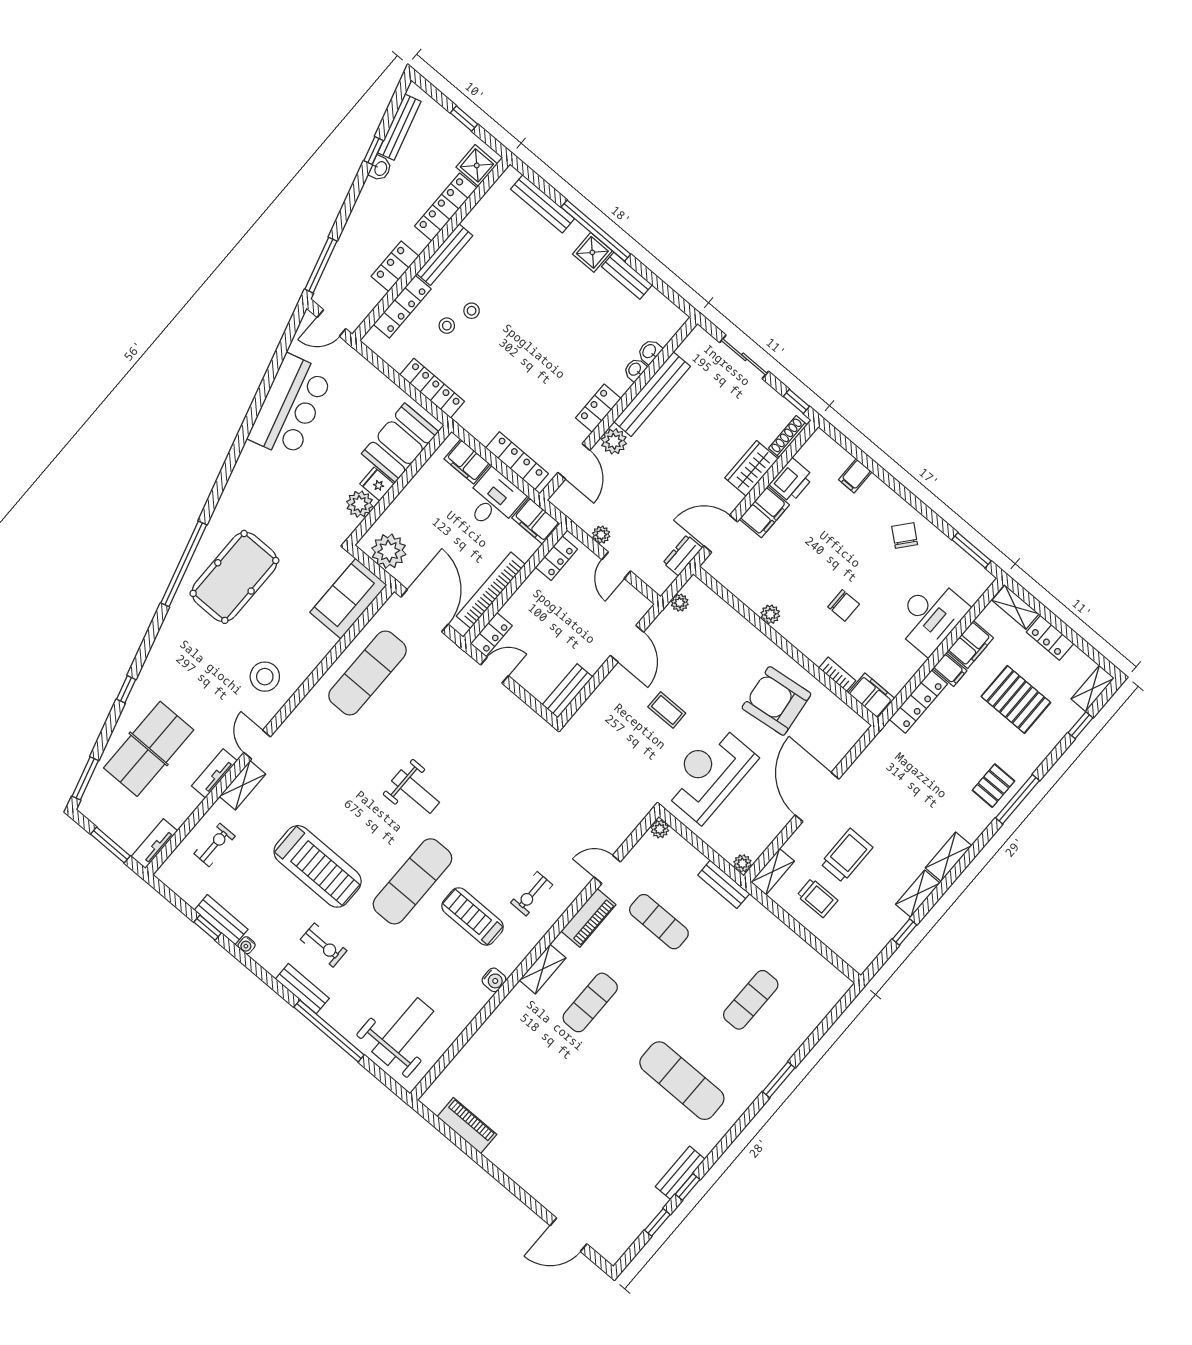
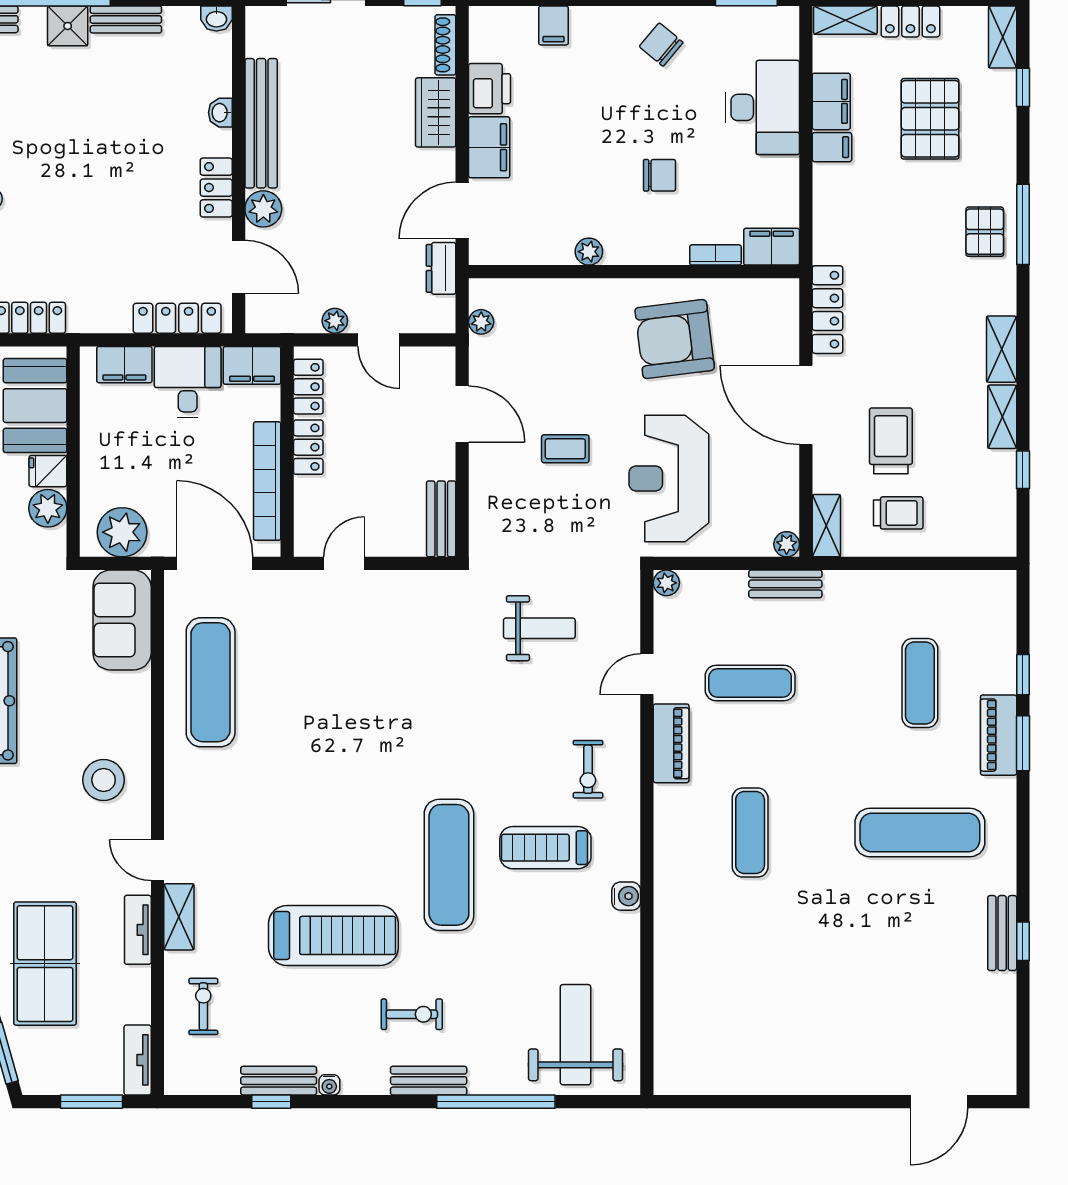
washbasin: (650, 351) -> (216, 19), moved, turned -90
locker: (491, 635) -> (308, 447), moved
pallet: (1016, 699) -> (930, 119), turned 90
locker: (918, 702) -> (827, 310), moved
weight bench: (416, 792) -> (539, 628), moved
shelving: (543, 969) -> (669, 840), removed
piano: (467, 1126) -> (999, 735), moved, turned -90
window: (657, 1222) -> (1023, 675), moved

